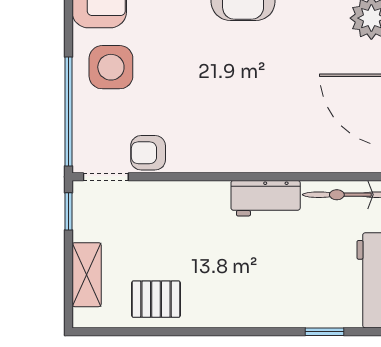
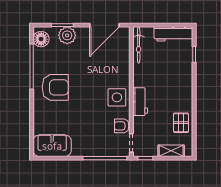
side table: (111, 67) -> (117, 97), moved
armchair: (148, 153) -> (122, 126), turned 90
workbench: (266, 198) -> (140, 102), moved

